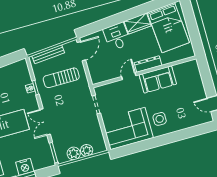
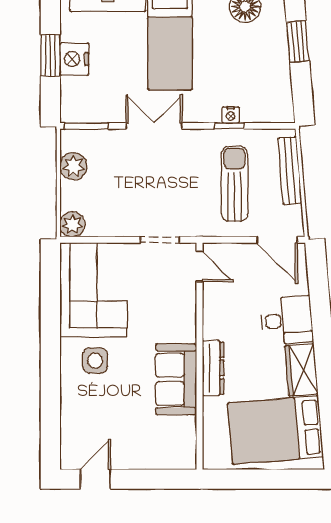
door: (129, 76) -> (199, 266), moved
plant: (87, 150) -> (72, 224), moved

